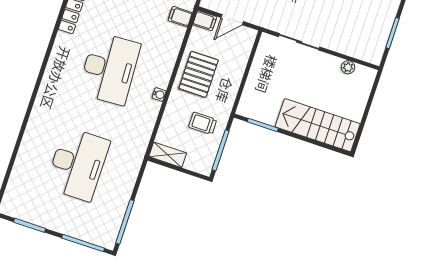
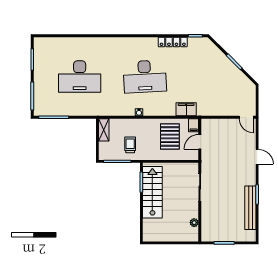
filing cabinet: (180, 17) -> (186, 109), width x2.00
door: (232, 20) -> (200, 142), hinge flipped
pallet: (199, 74) -> (170, 137), moved, turned 90
stairs: (318, 125) -> (152, 192), moved

